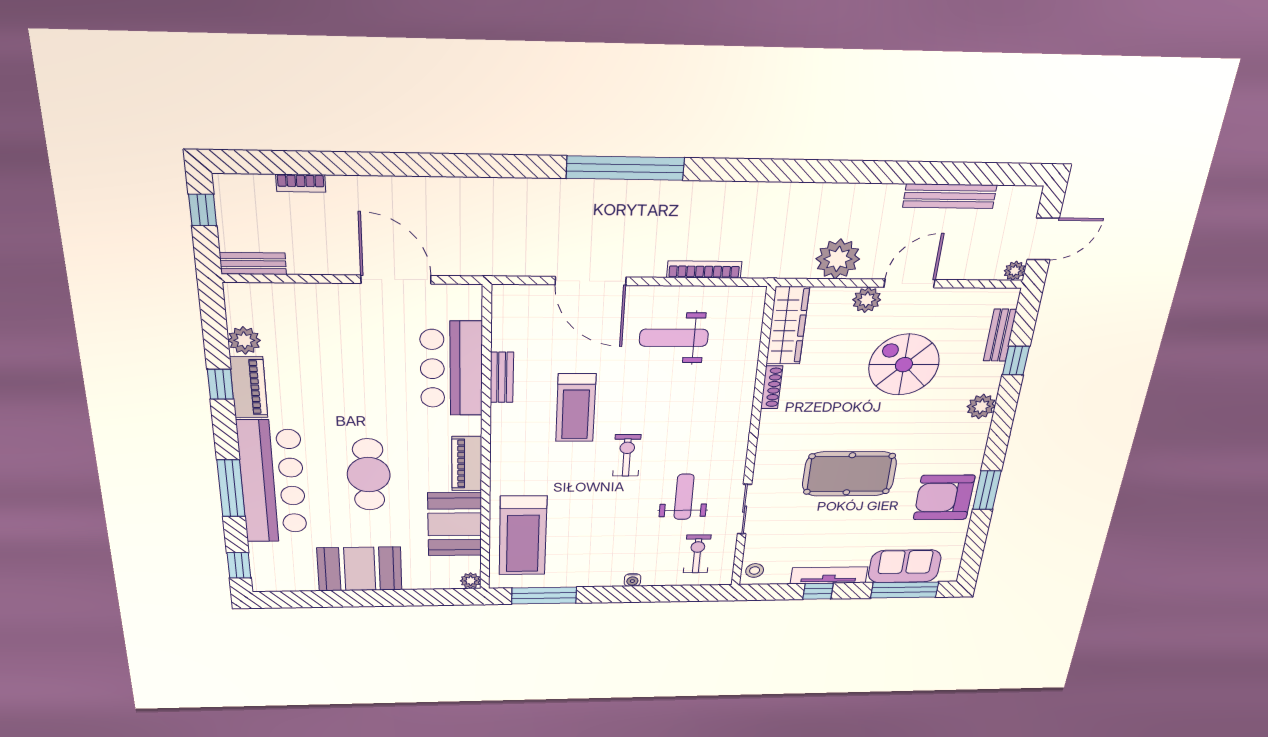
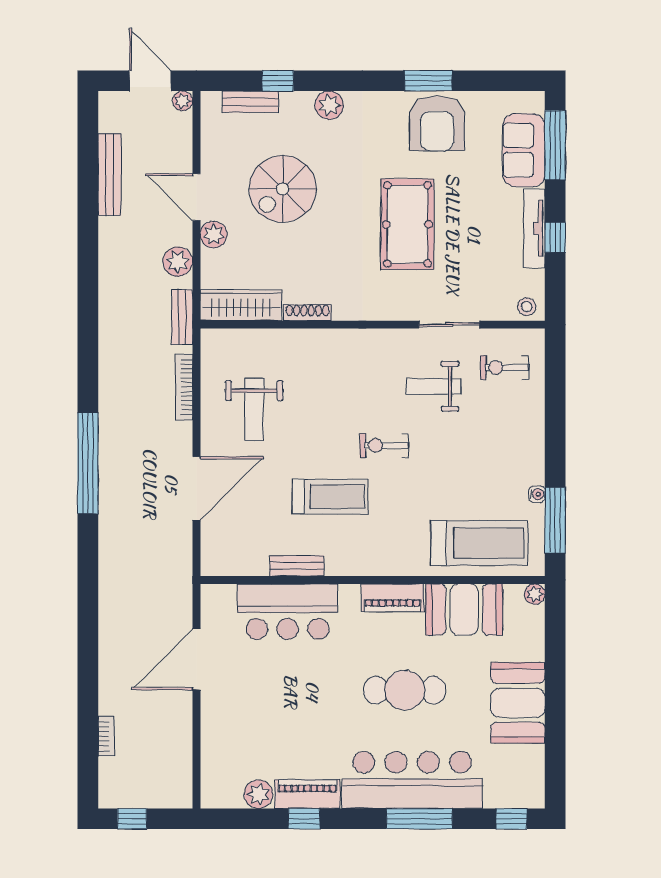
plant: (838, 259) -> (178, 262), width x0.73, depth x0.73
bench: (253, 264) -> (182, 317), moved
water cooler: (632, 580) -> (537, 494), moved

